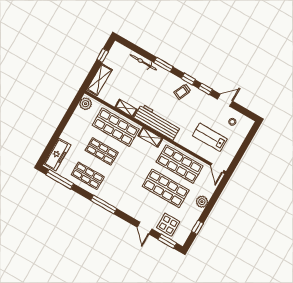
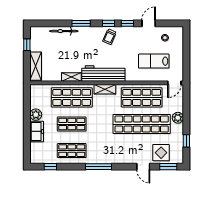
plant: (86, 104) -> (36, 115), moved
freezer: (57, 155) -> (37, 131), moved, width x0.71
door: (217, 168) -> (174, 83), hinge flipped
window: (60, 179) -> (50, 167), width x0.46
shop shelf: (166, 188) -> (142, 124), width x1.40

